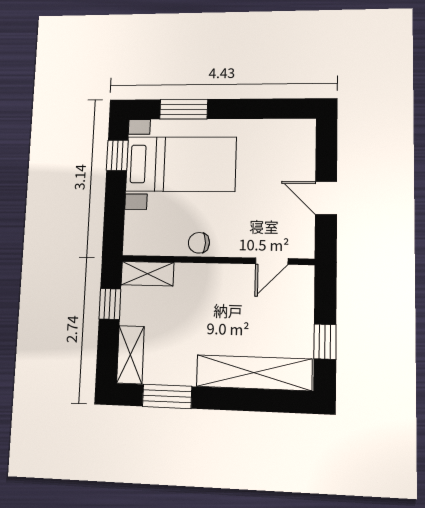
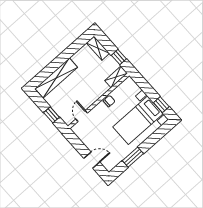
window: (184, 109) -> (133, 157), moved
door: (326, 198) -> (92, 160), moved
window: (325, 342) -> (52, 115), moved
window: (167, 396) -> (75, 47), removed

